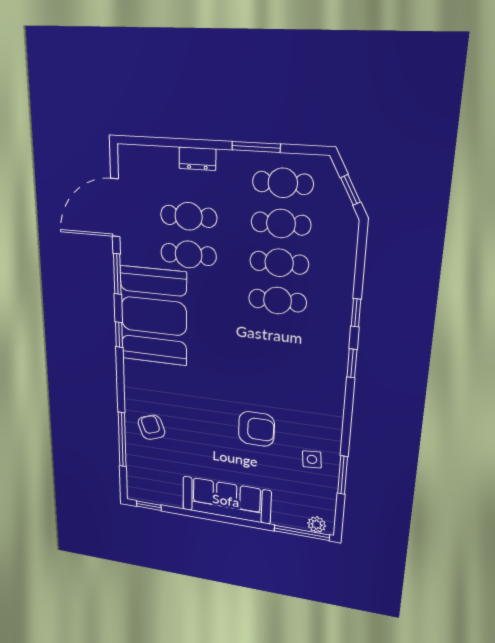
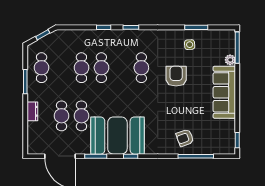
cafe table: (281, 224) -> (141, 68), moved
plant: (317, 525) -> (230, 60), moved

